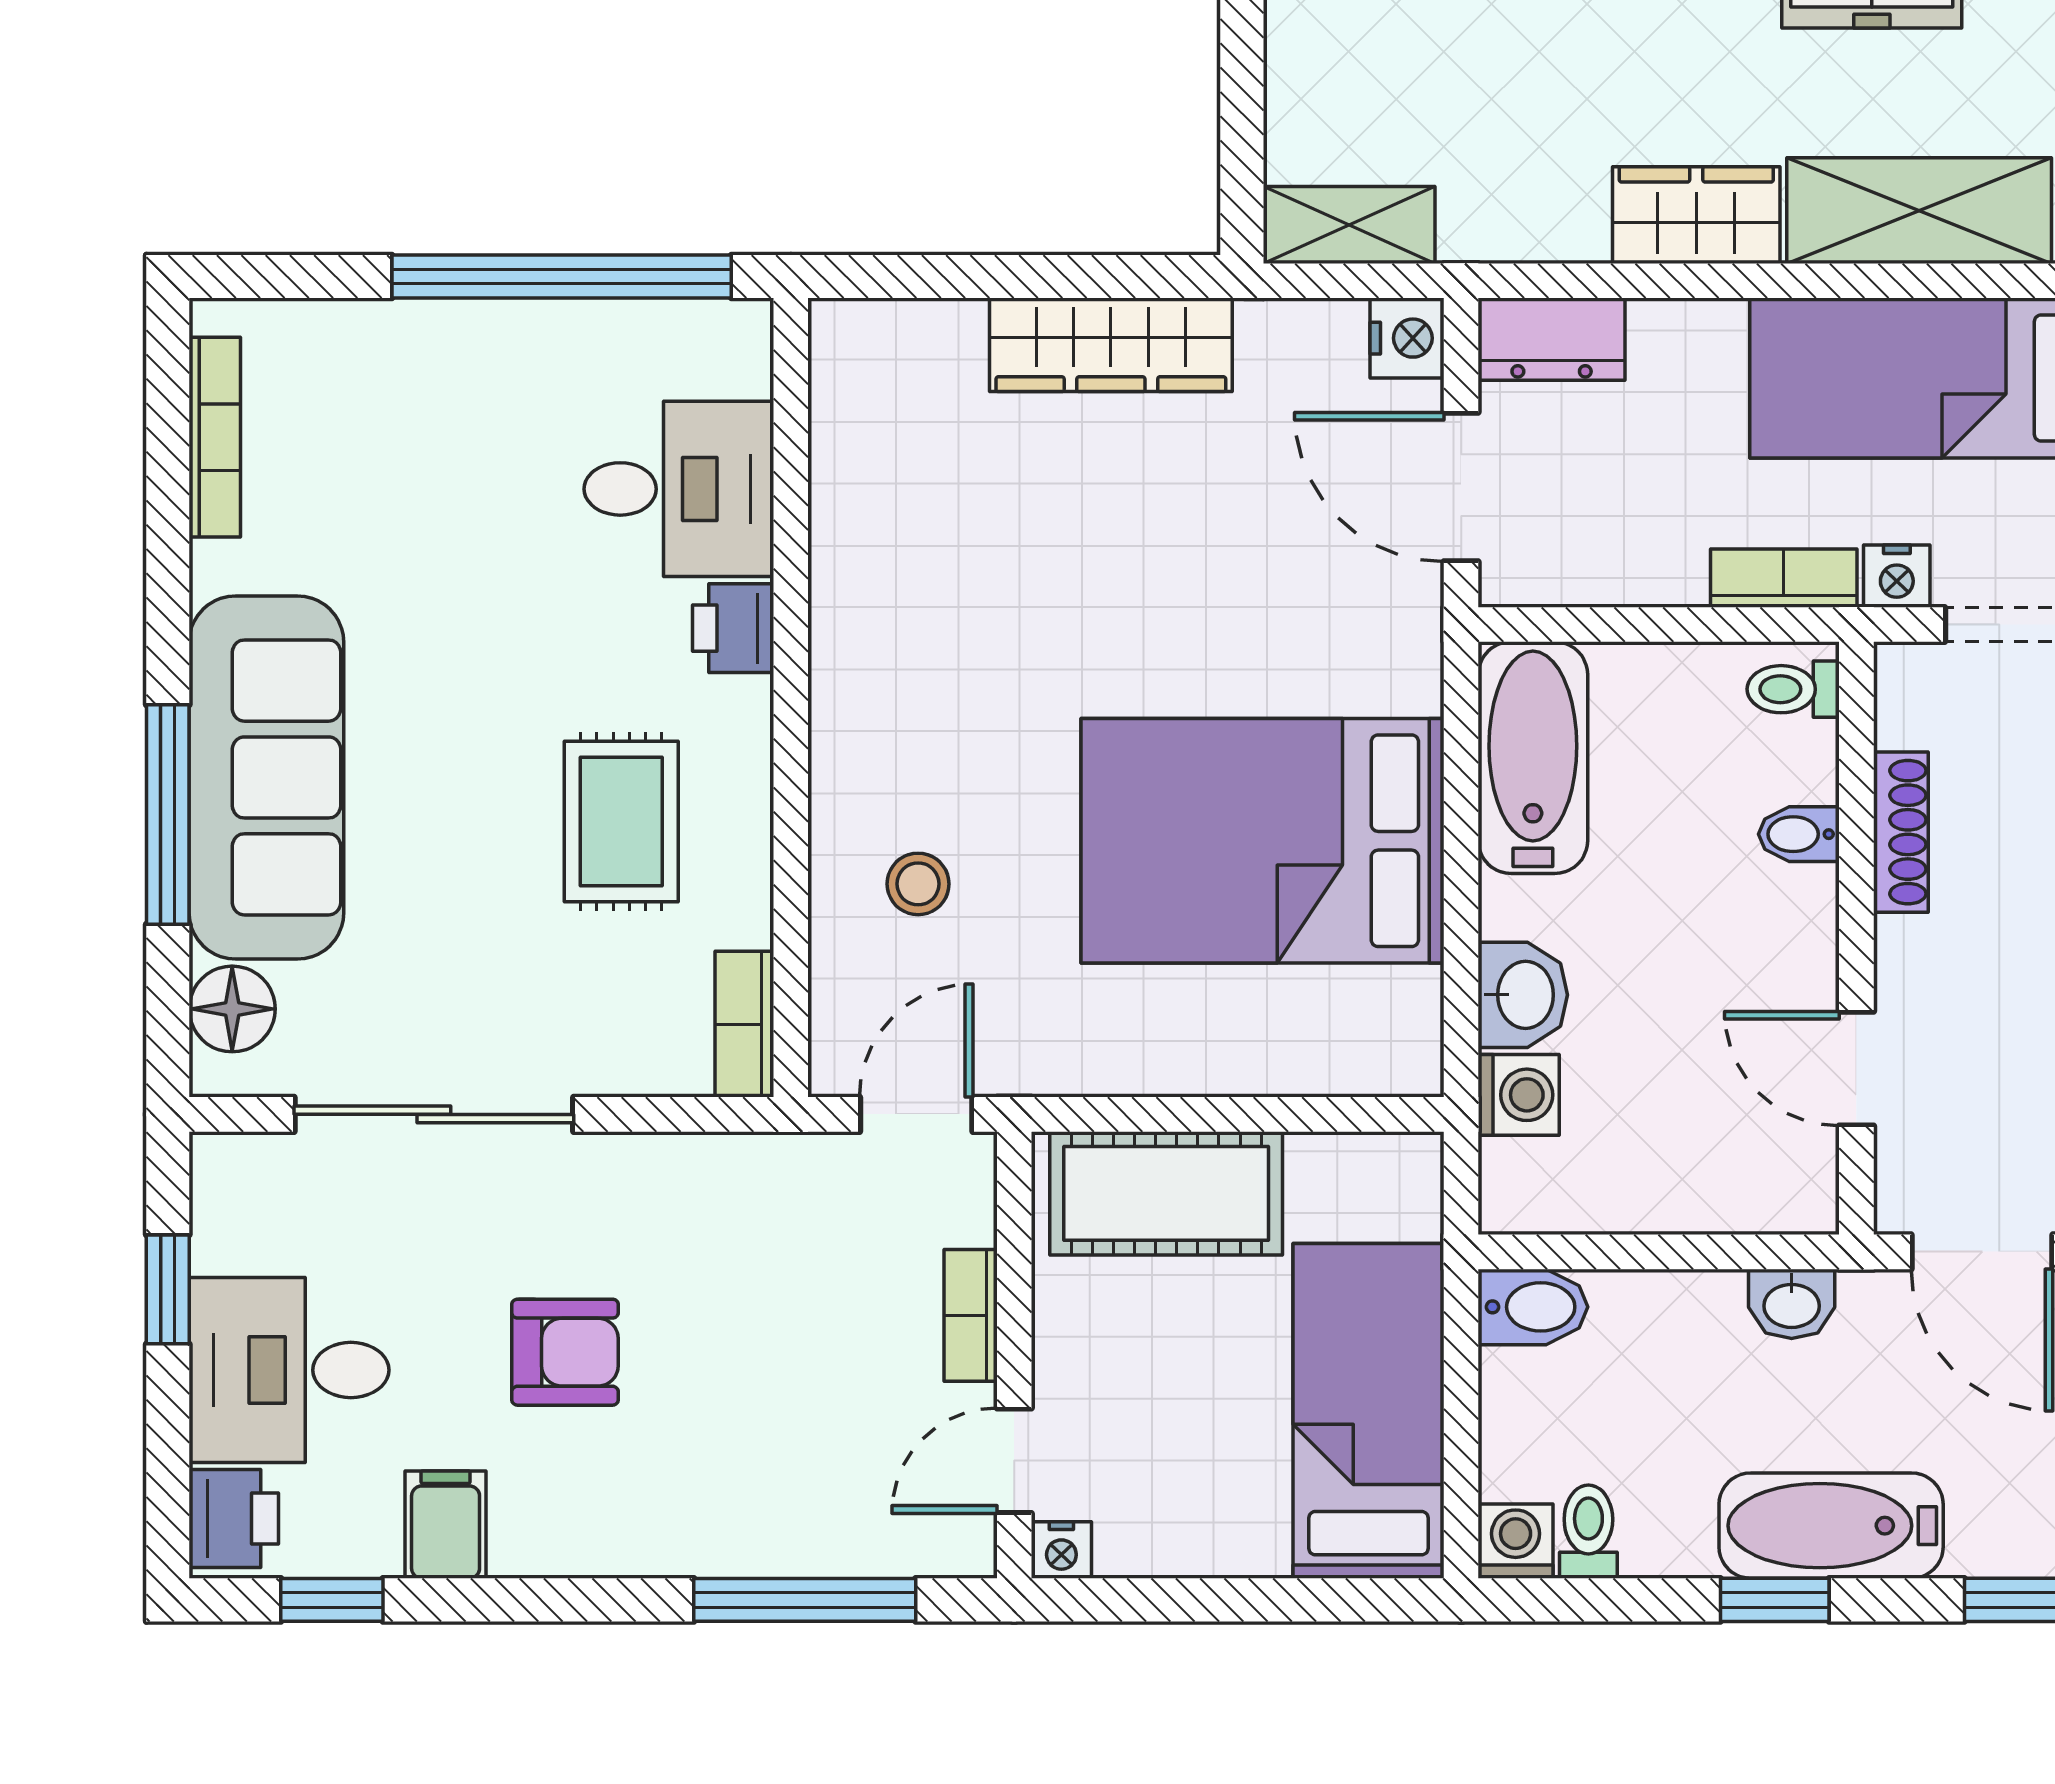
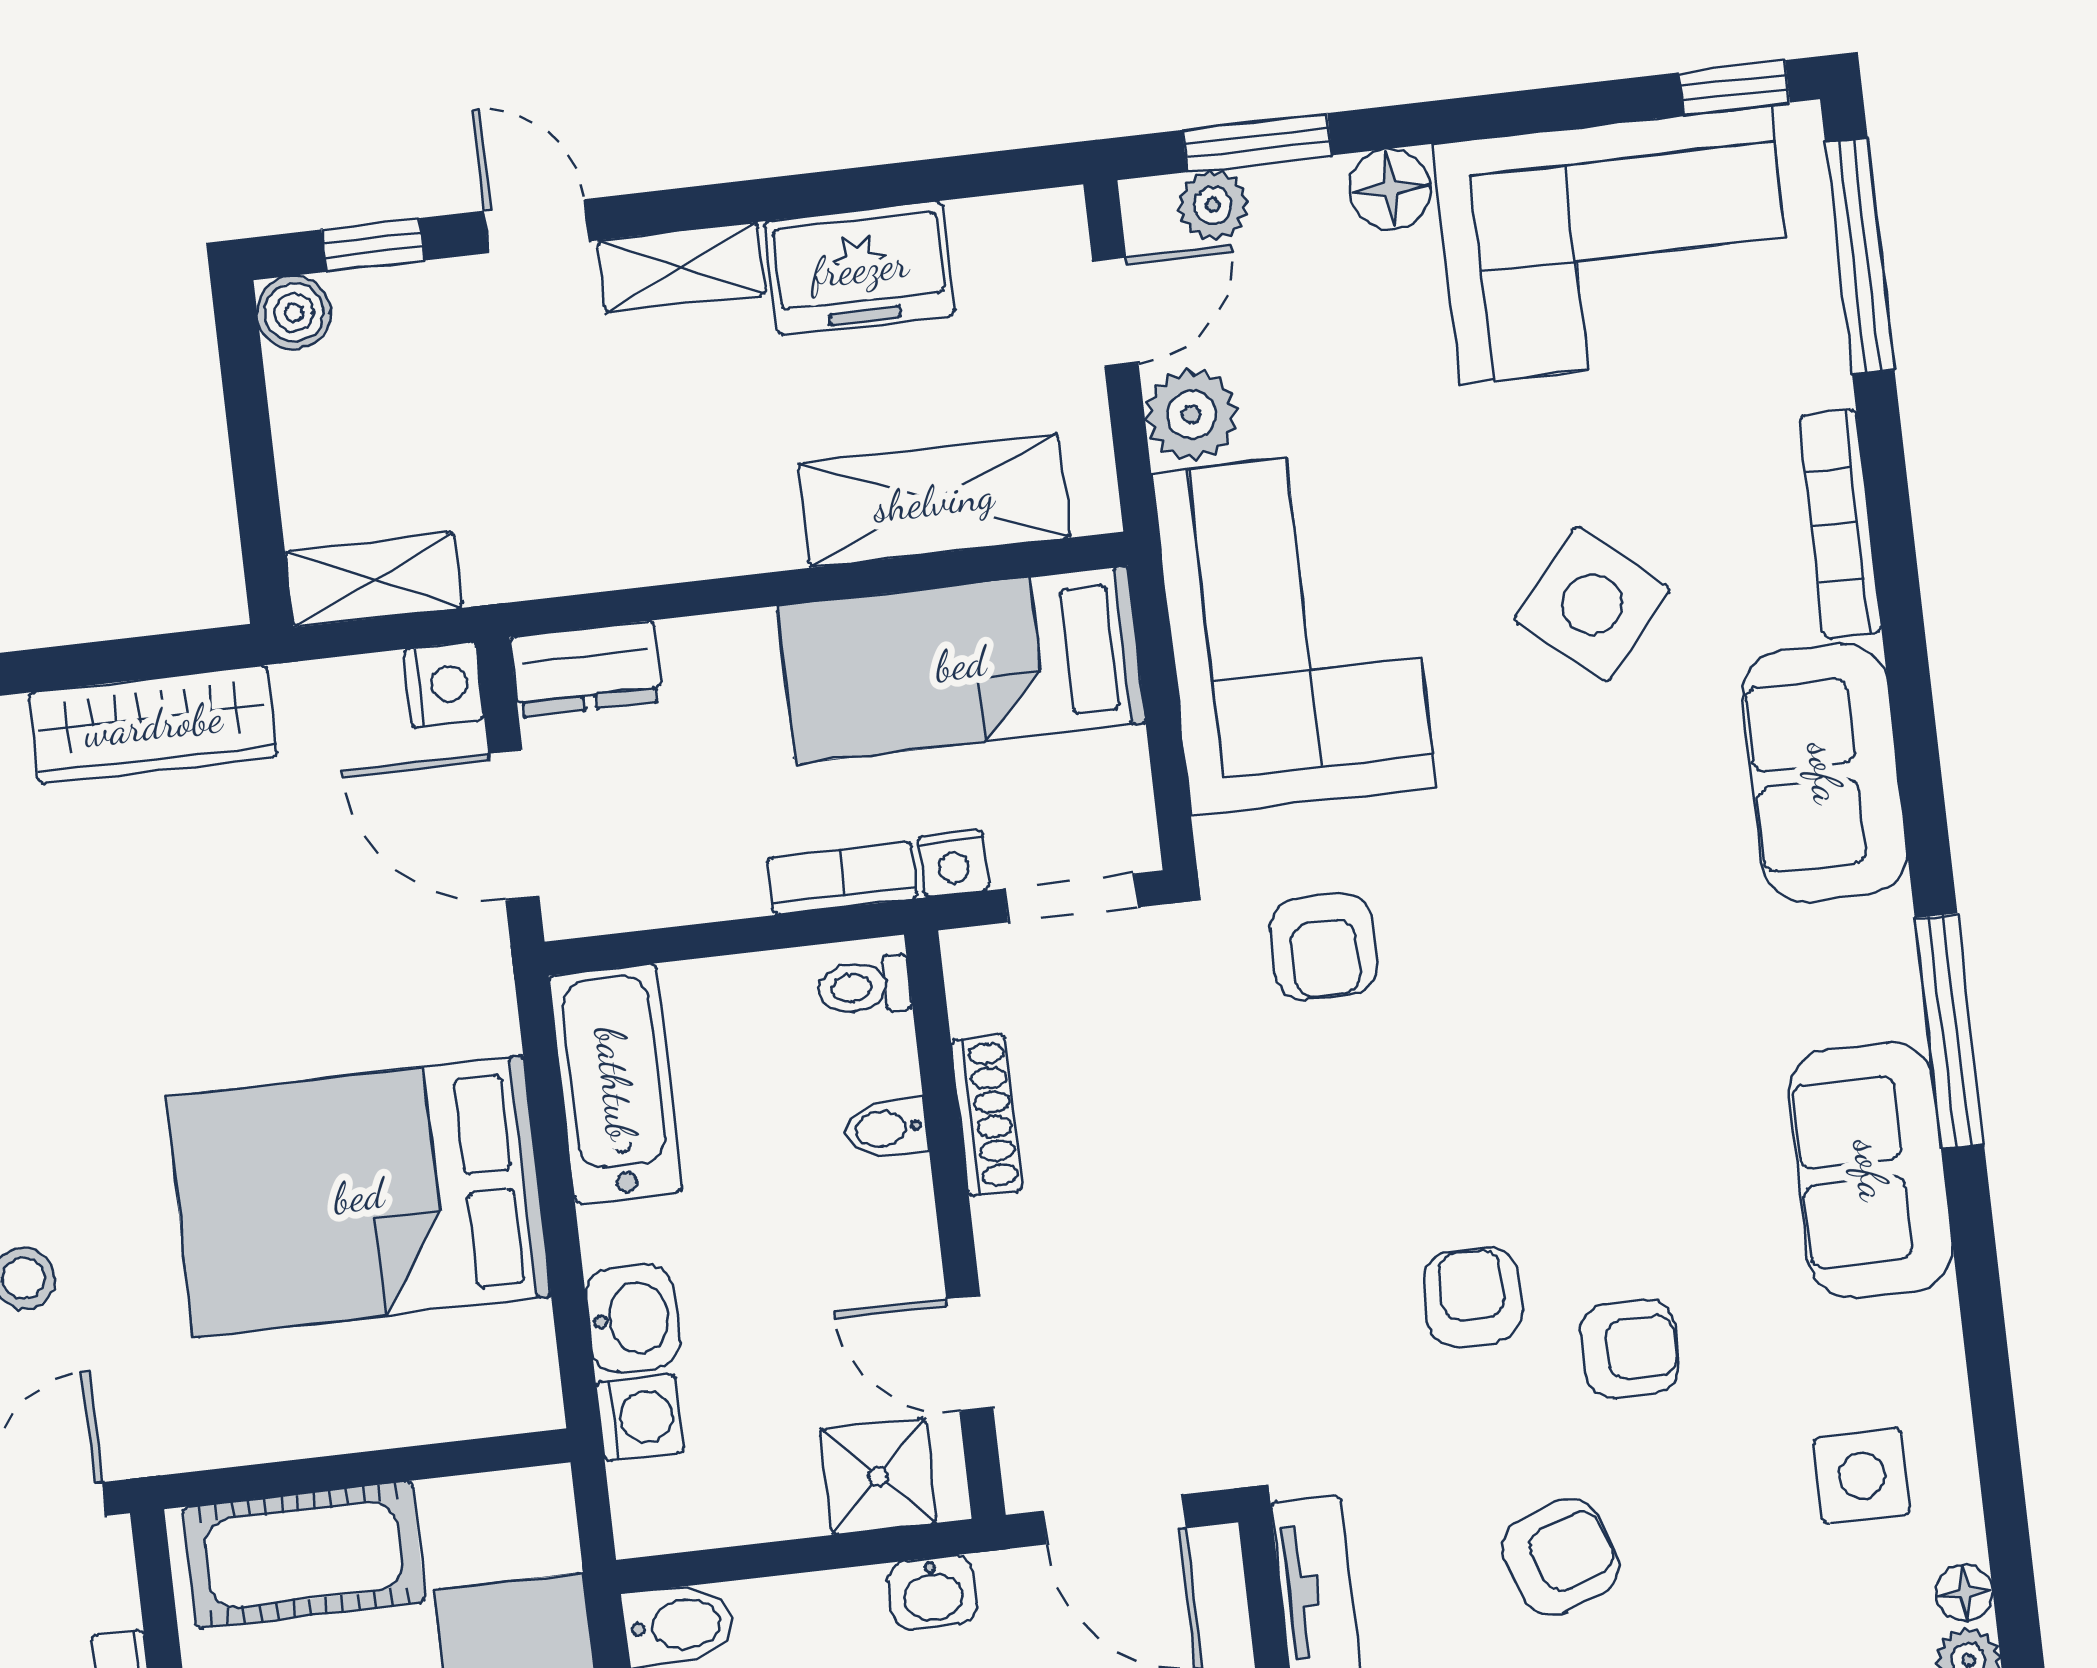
wardrobe: (1696, 215) -> (715, 530), removed
shower: (1751, 1181) -> (878, 1476), added

